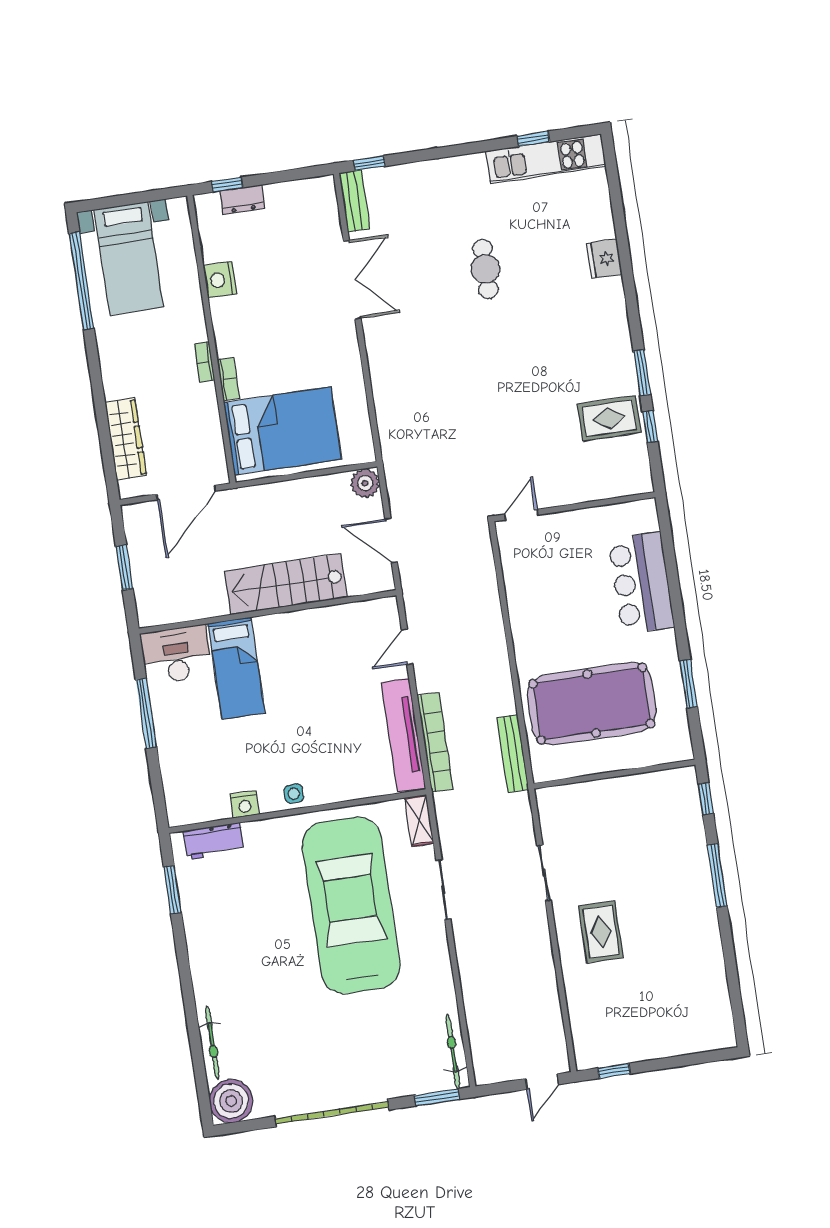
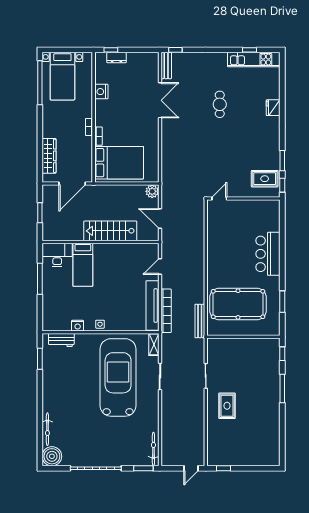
wall: (574, 507) -> (243, 198), moved
door: (521, 515) -> (219, 198), moved

